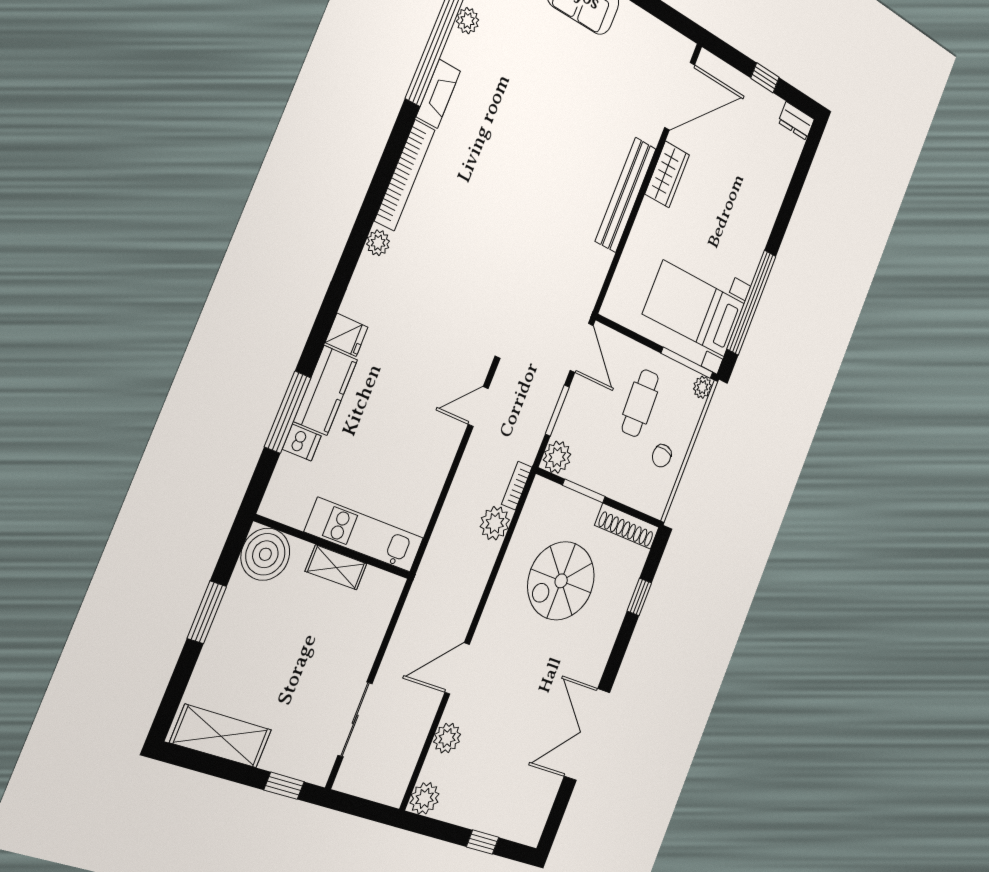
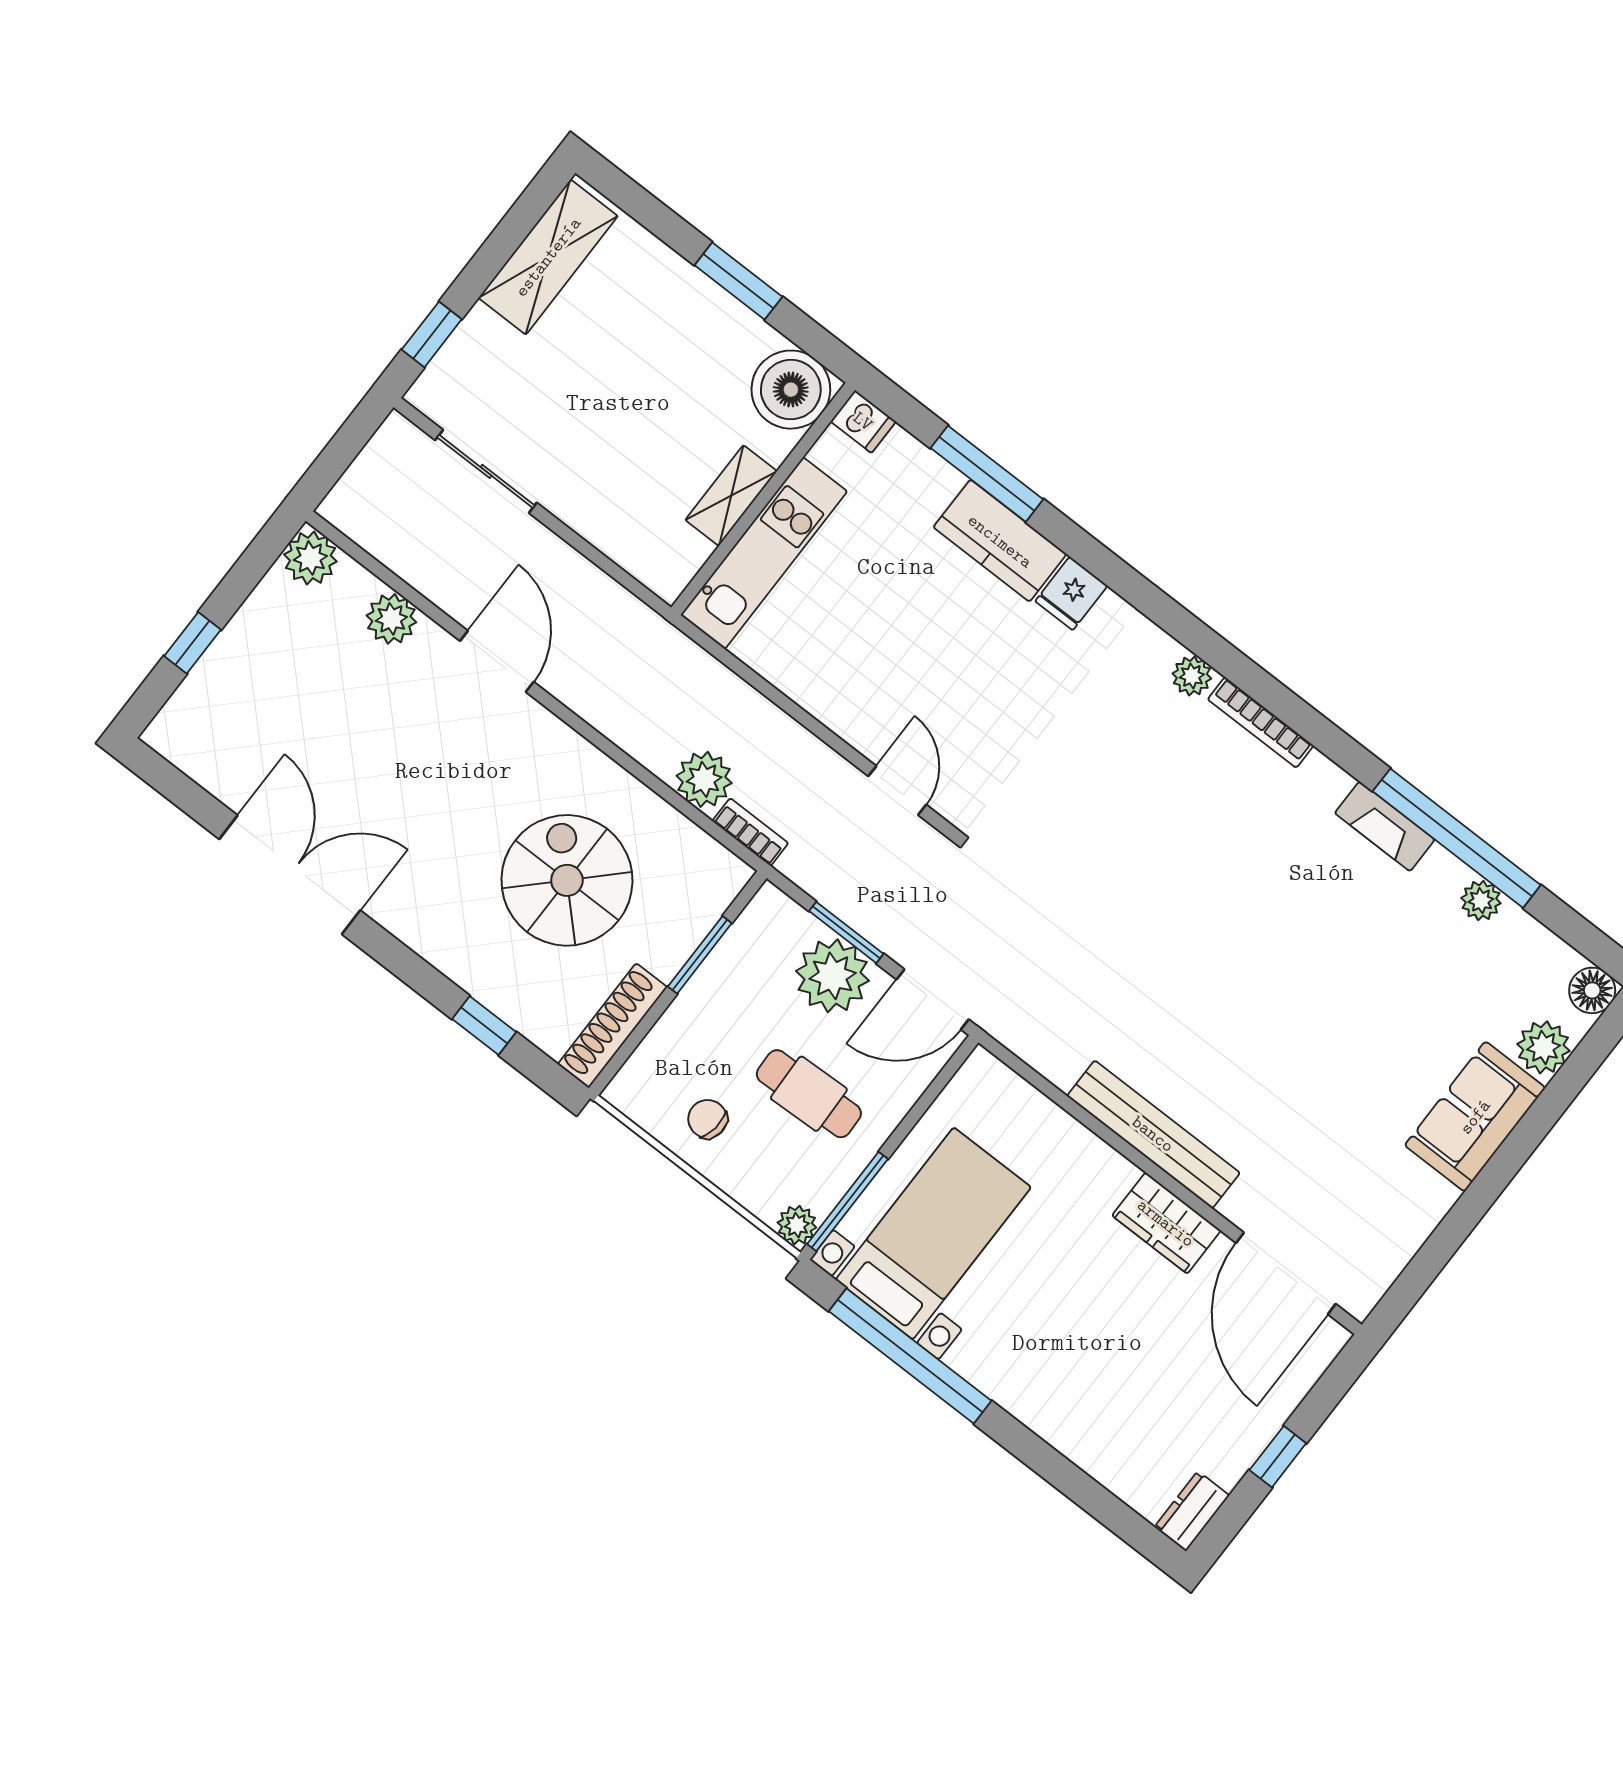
bookcase: (405, 175) -> (1261, 722), width x0.68, depth x0.76
dishwasher: (302, 443) -> (863, 421), moved, turned -90
plant: (557, 457) -> (833, 976), moved, width x1.36, depth x1.36

